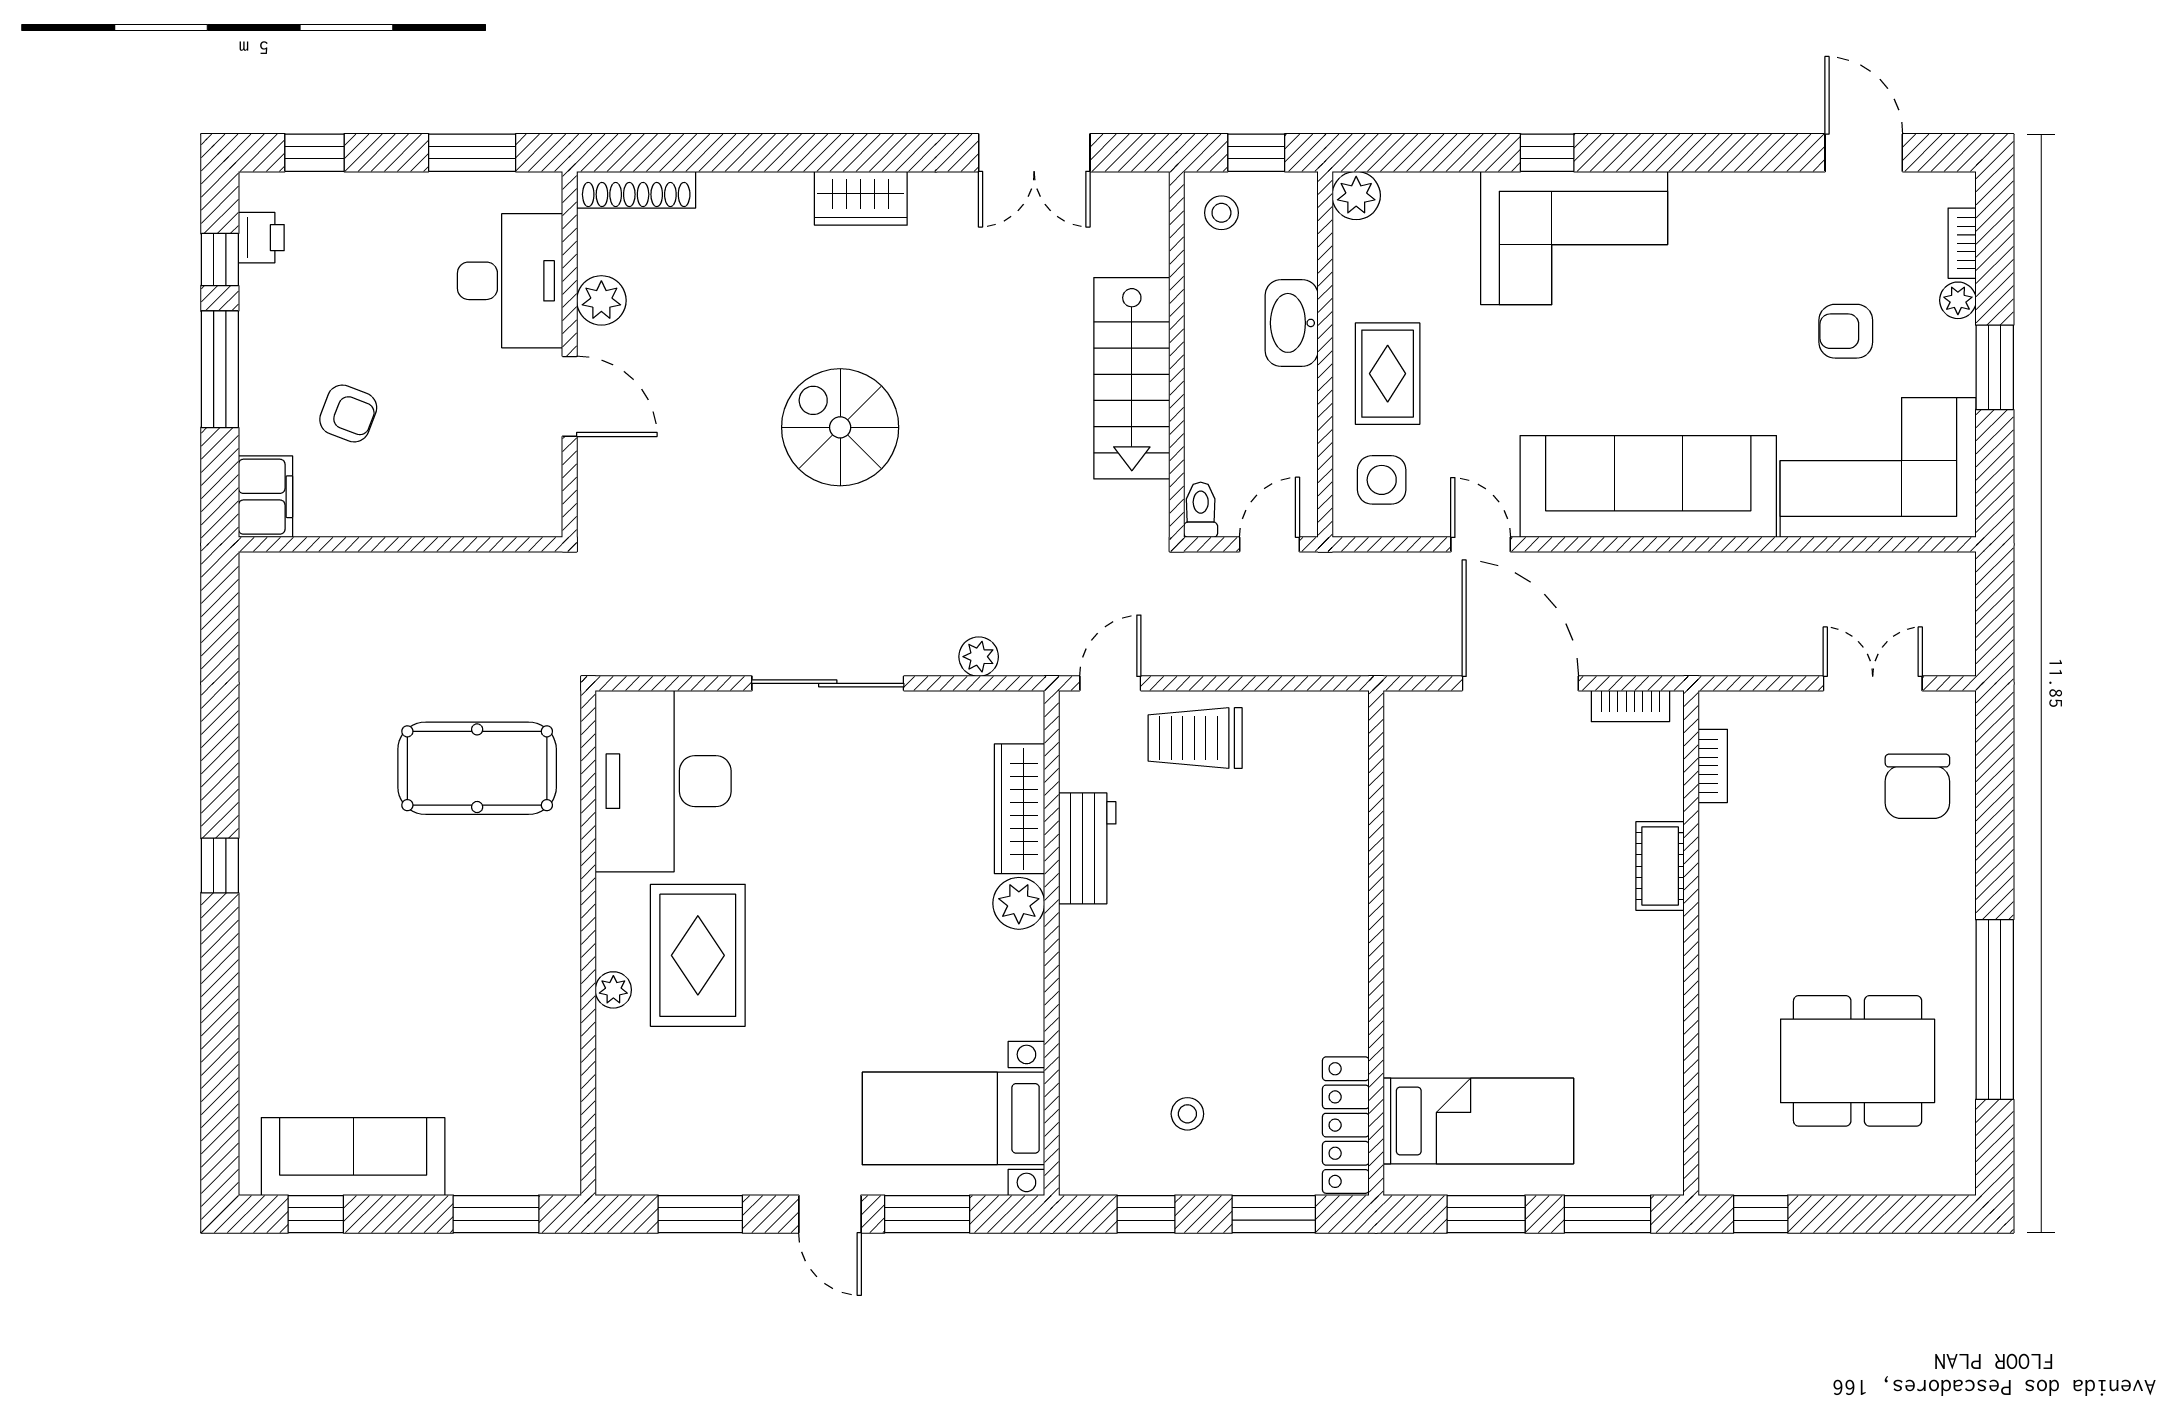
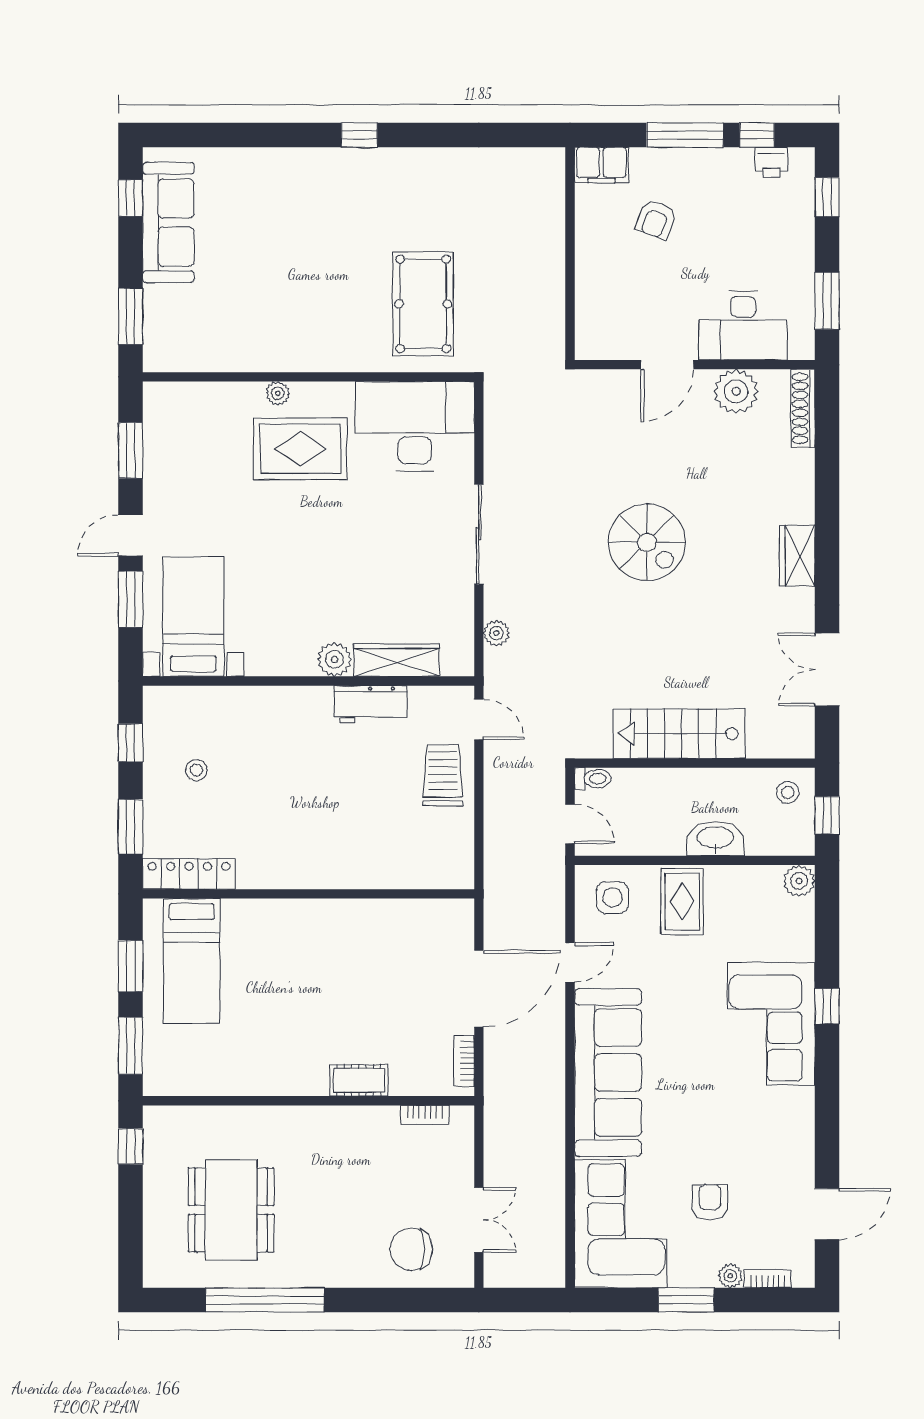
plant: (601, 300) -> (736, 391), width x1.36, depth x1.36
rug: (1388, 374) -> (682, 901), turned 90
spiral stairs: (840, 427) -> (647, 542), turned 90

